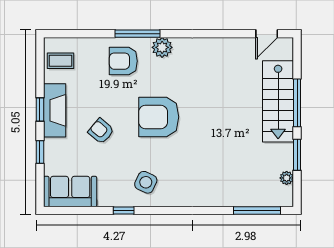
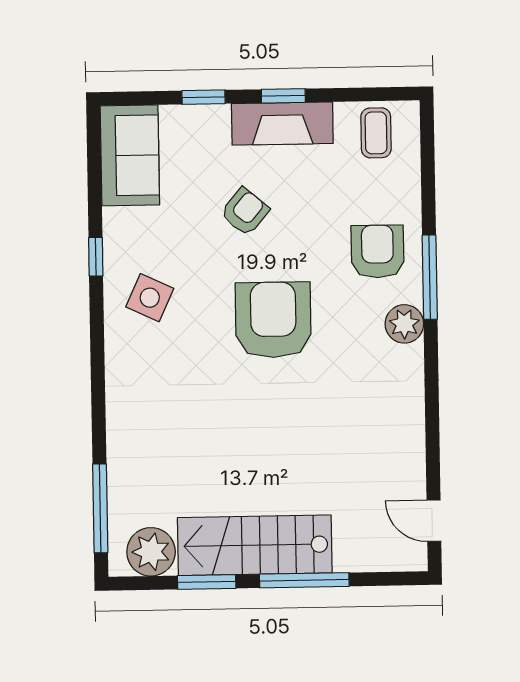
stairs: (278, 101) -> (255, 545), moved
plant: (287, 178) -> (151, 552), width x1.88, depth x1.88

